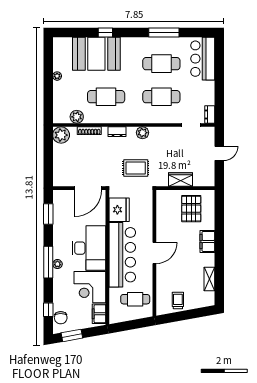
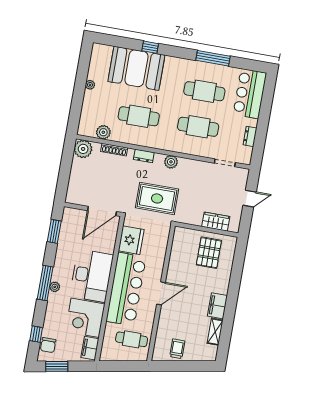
dresser: (210, 114) -> (250, 136), moved
rug: (136, 168) -> (157, 198), width x1.36, depth x1.43
wardrobe: (180, 180) -> (216, 222), moved
filing cabinet: (207, 241) -> (217, 306), moved

